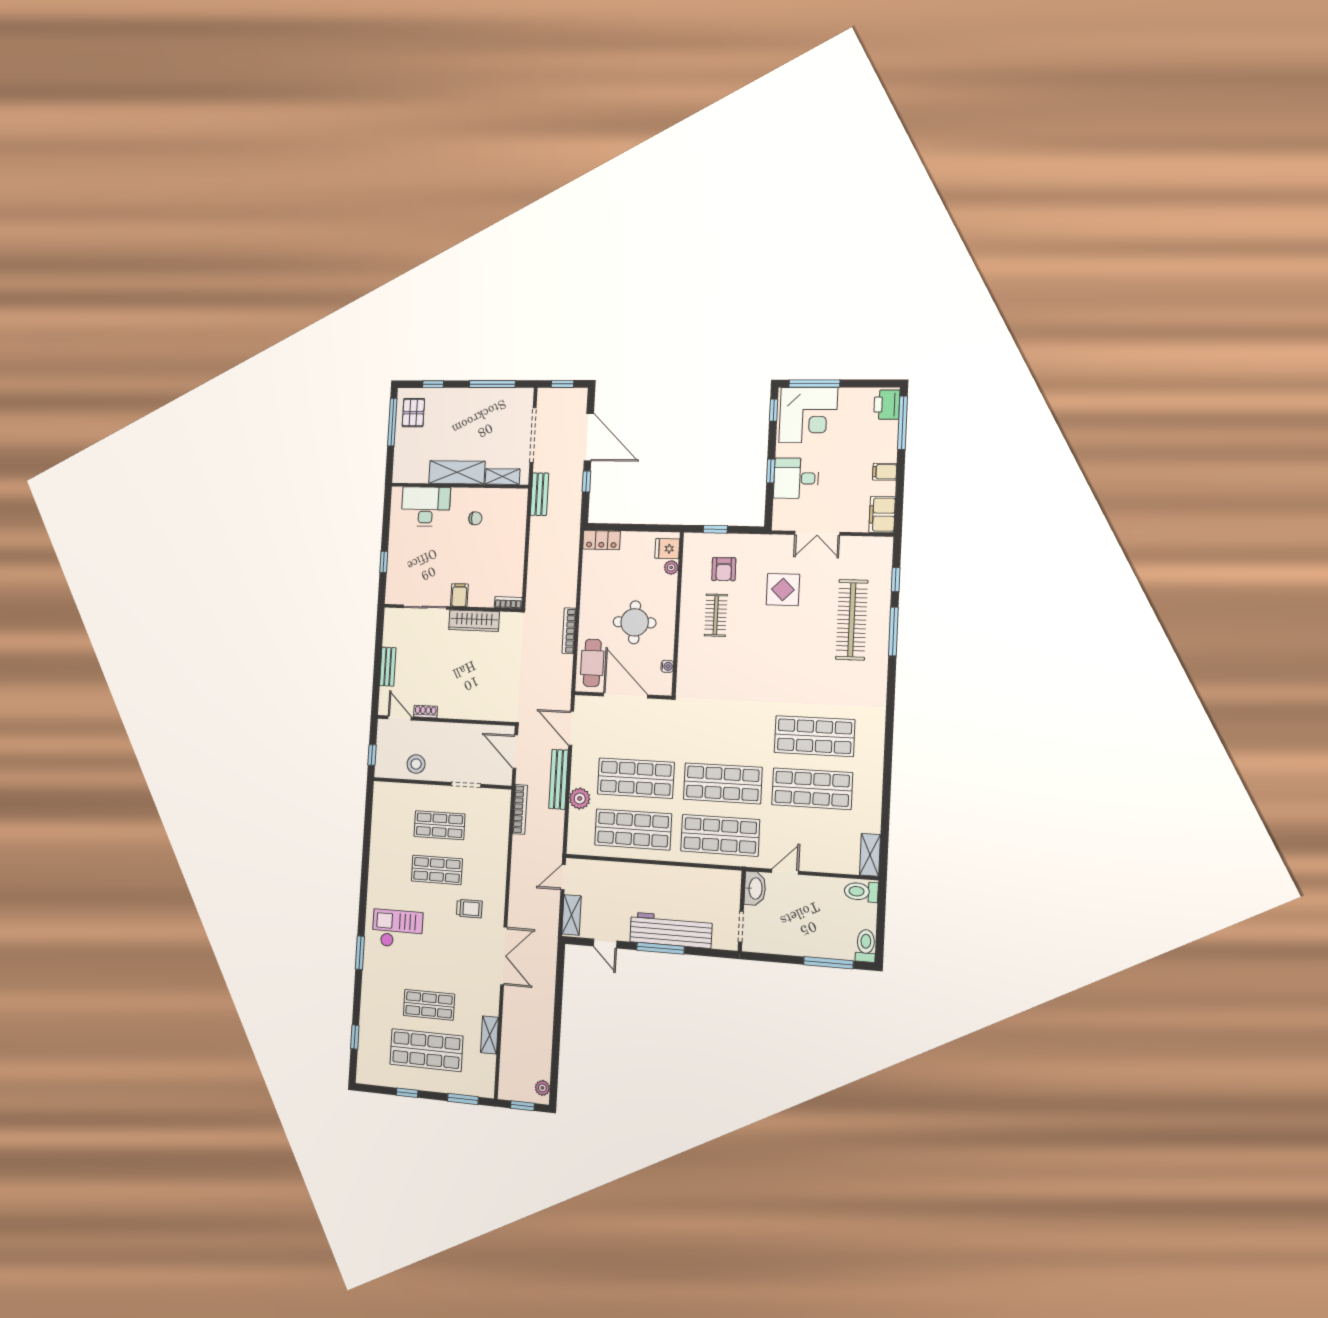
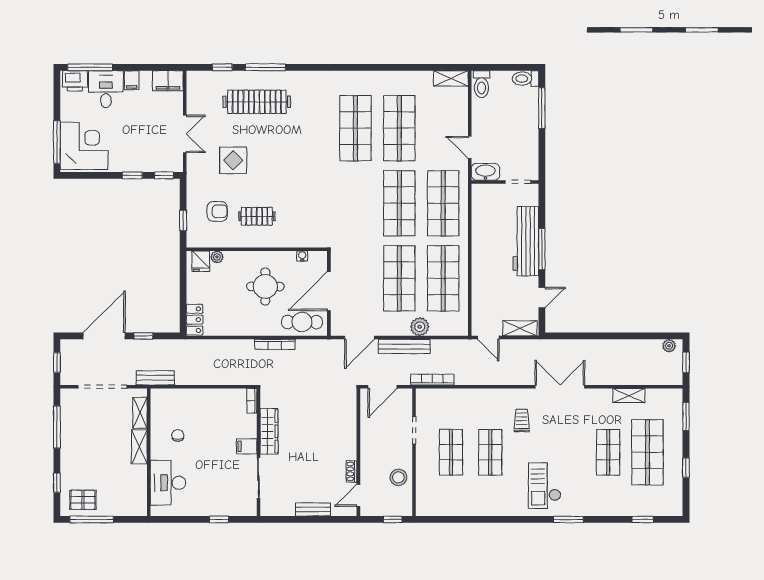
window: (774, 410) -> (164, 175), moved
shelving: (457, 472) -> (139, 447), width x0.67, depth x0.75
desk: (796, 478) -> (106, 89), moved, turned 180

